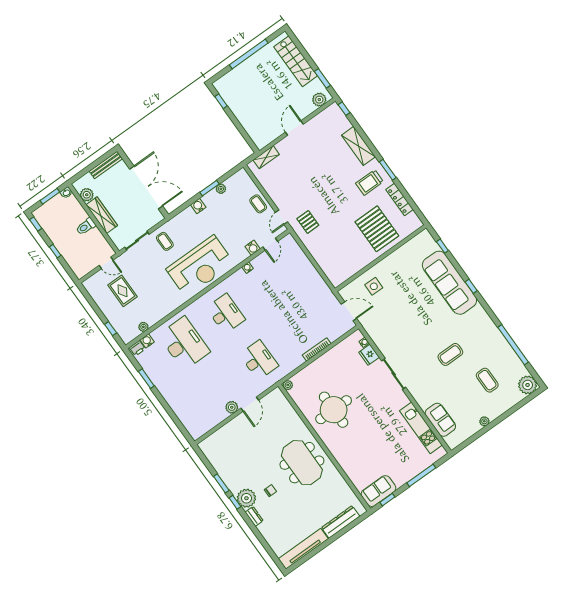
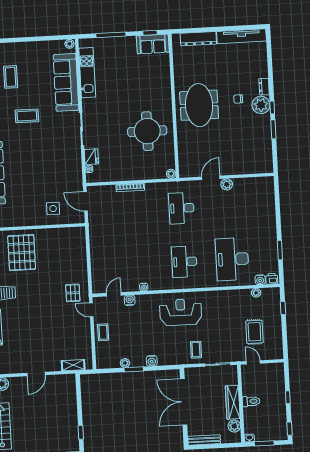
door: (281, 217) -> (91, 310), swing flipped
reception desk: (200, 266) -> (181, 312), width x0.74, depth x0.77
sofa: (440, 420) -> (66, 82), width x1.85, depth x1.27
plant: (484, 421) -> (69, 44), moved

